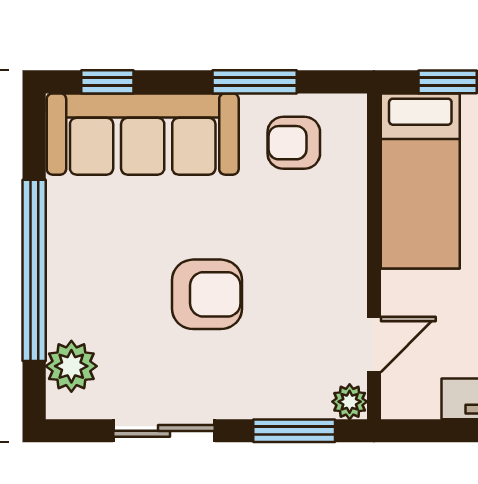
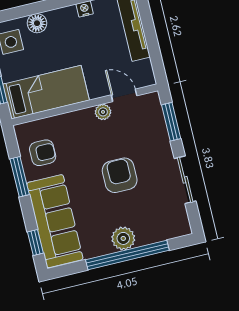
armchair: (294, 143) -> (43, 153), turned -90
plant: (71, 366) -> (123, 238), moved
plant: (350, 402) -> (103, 112), moved

